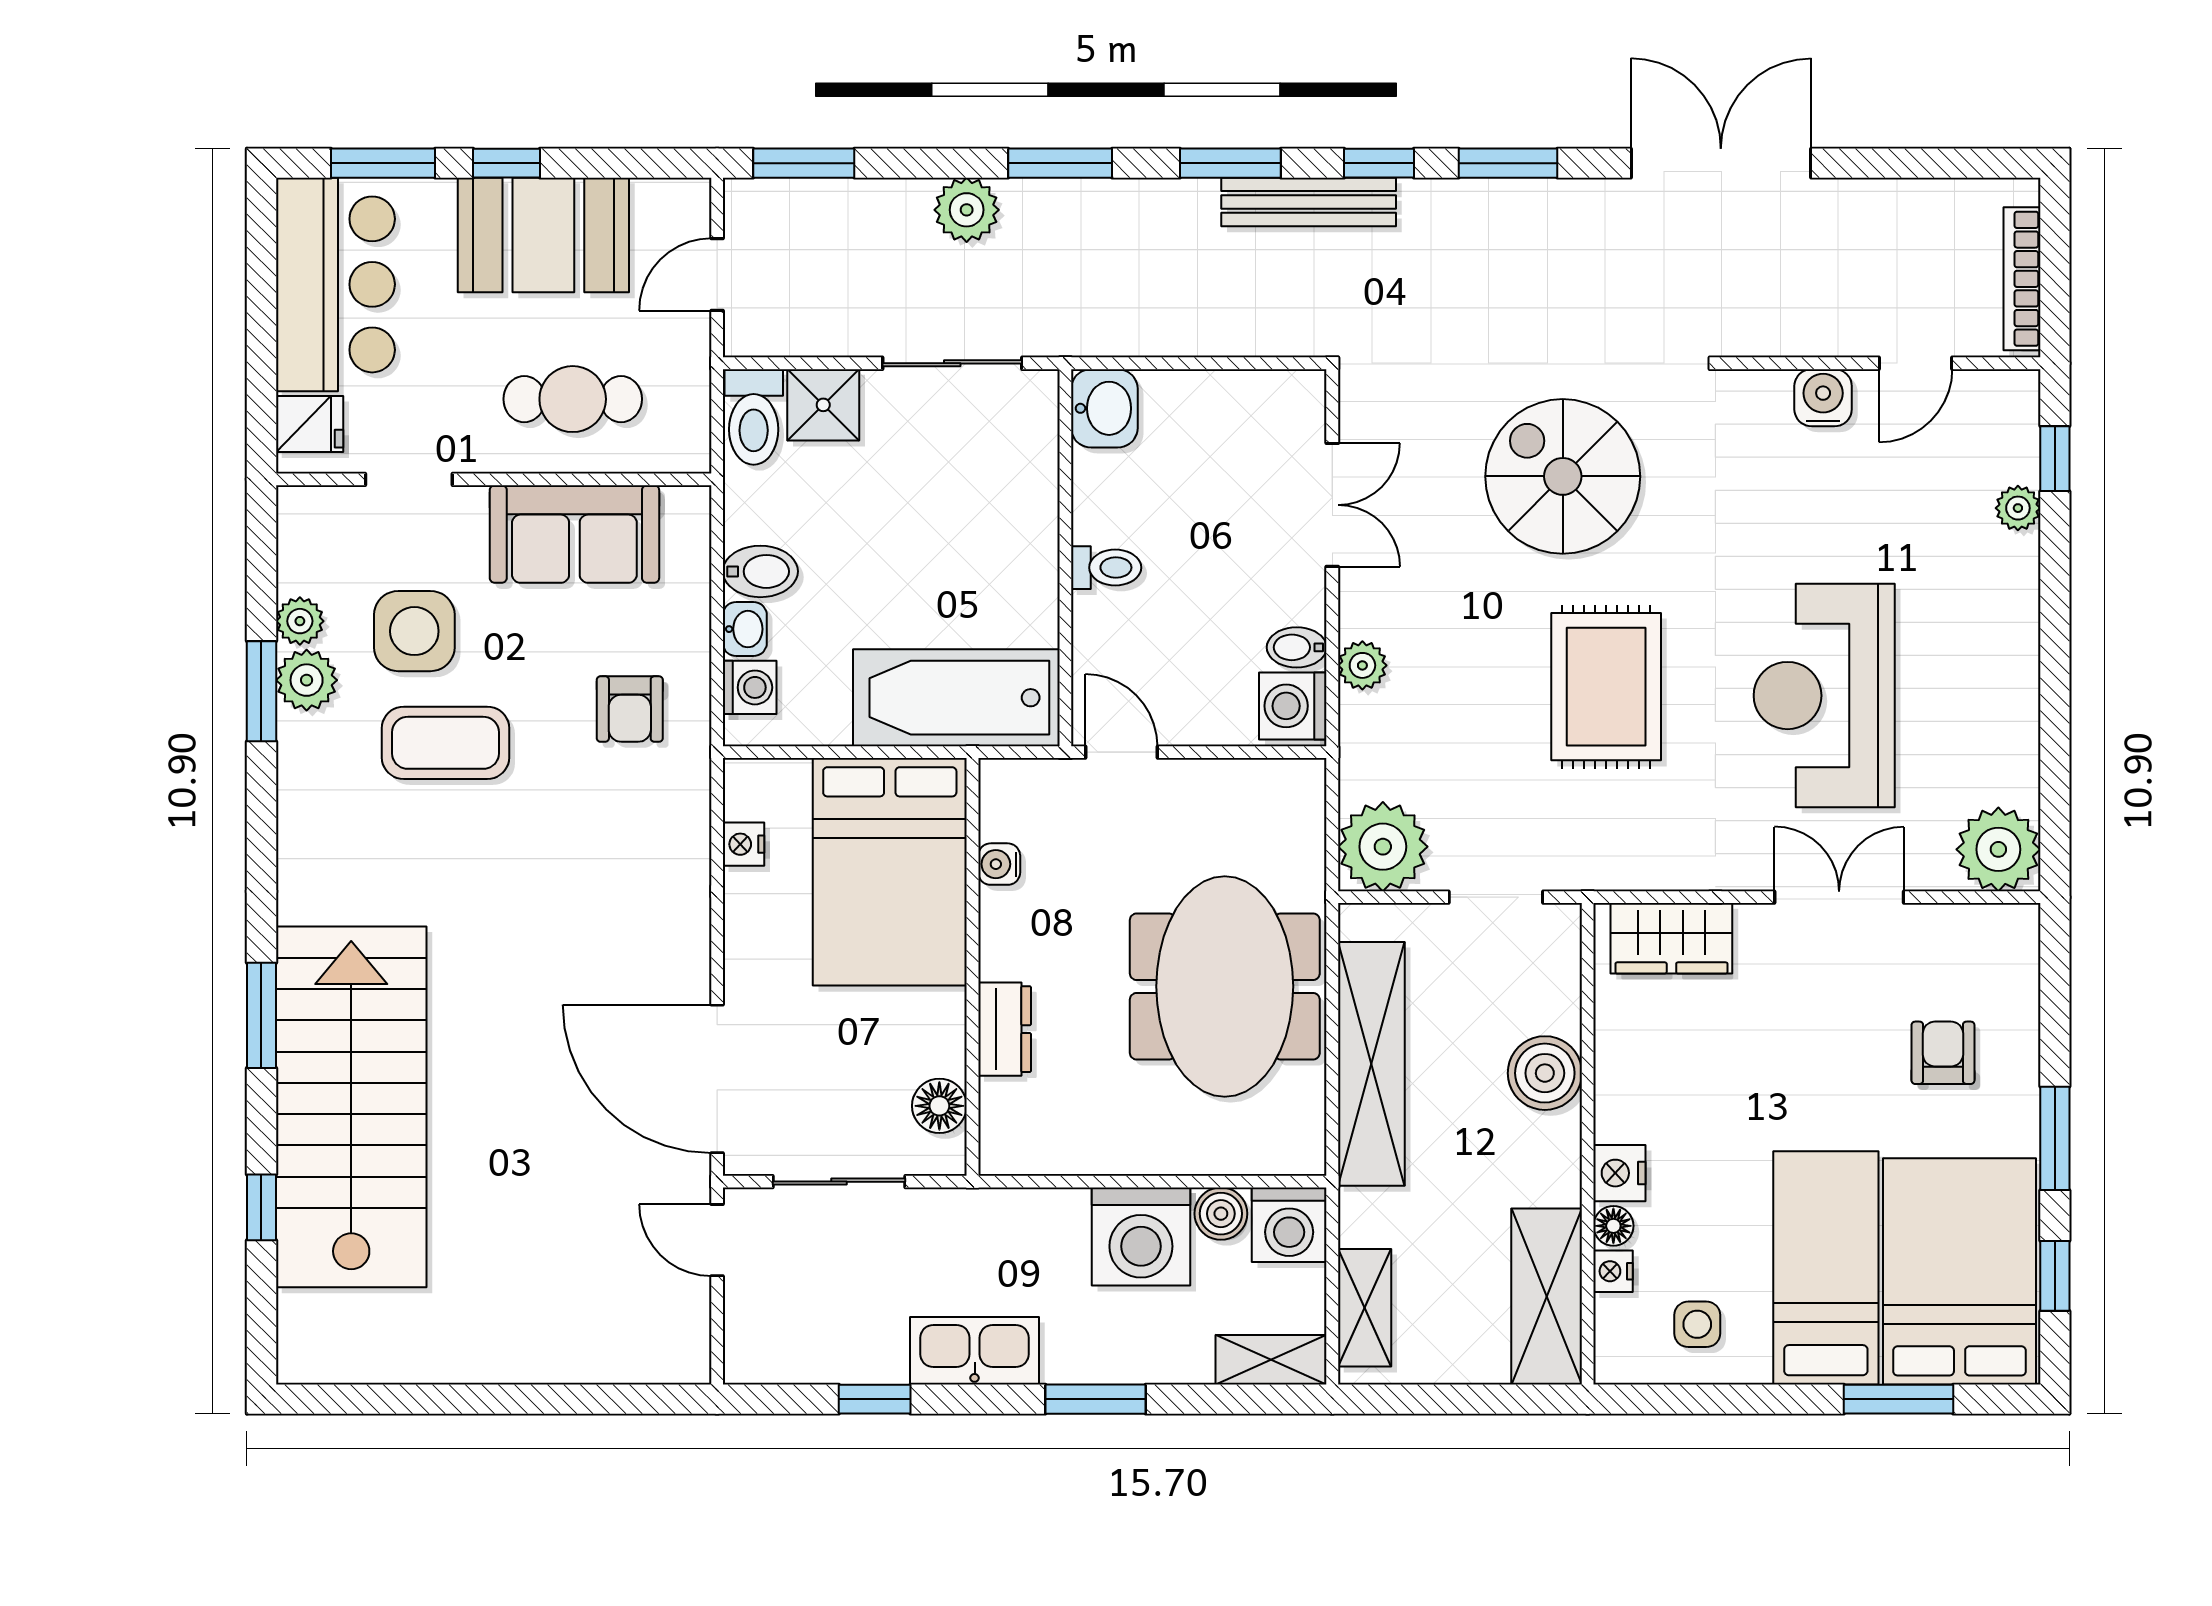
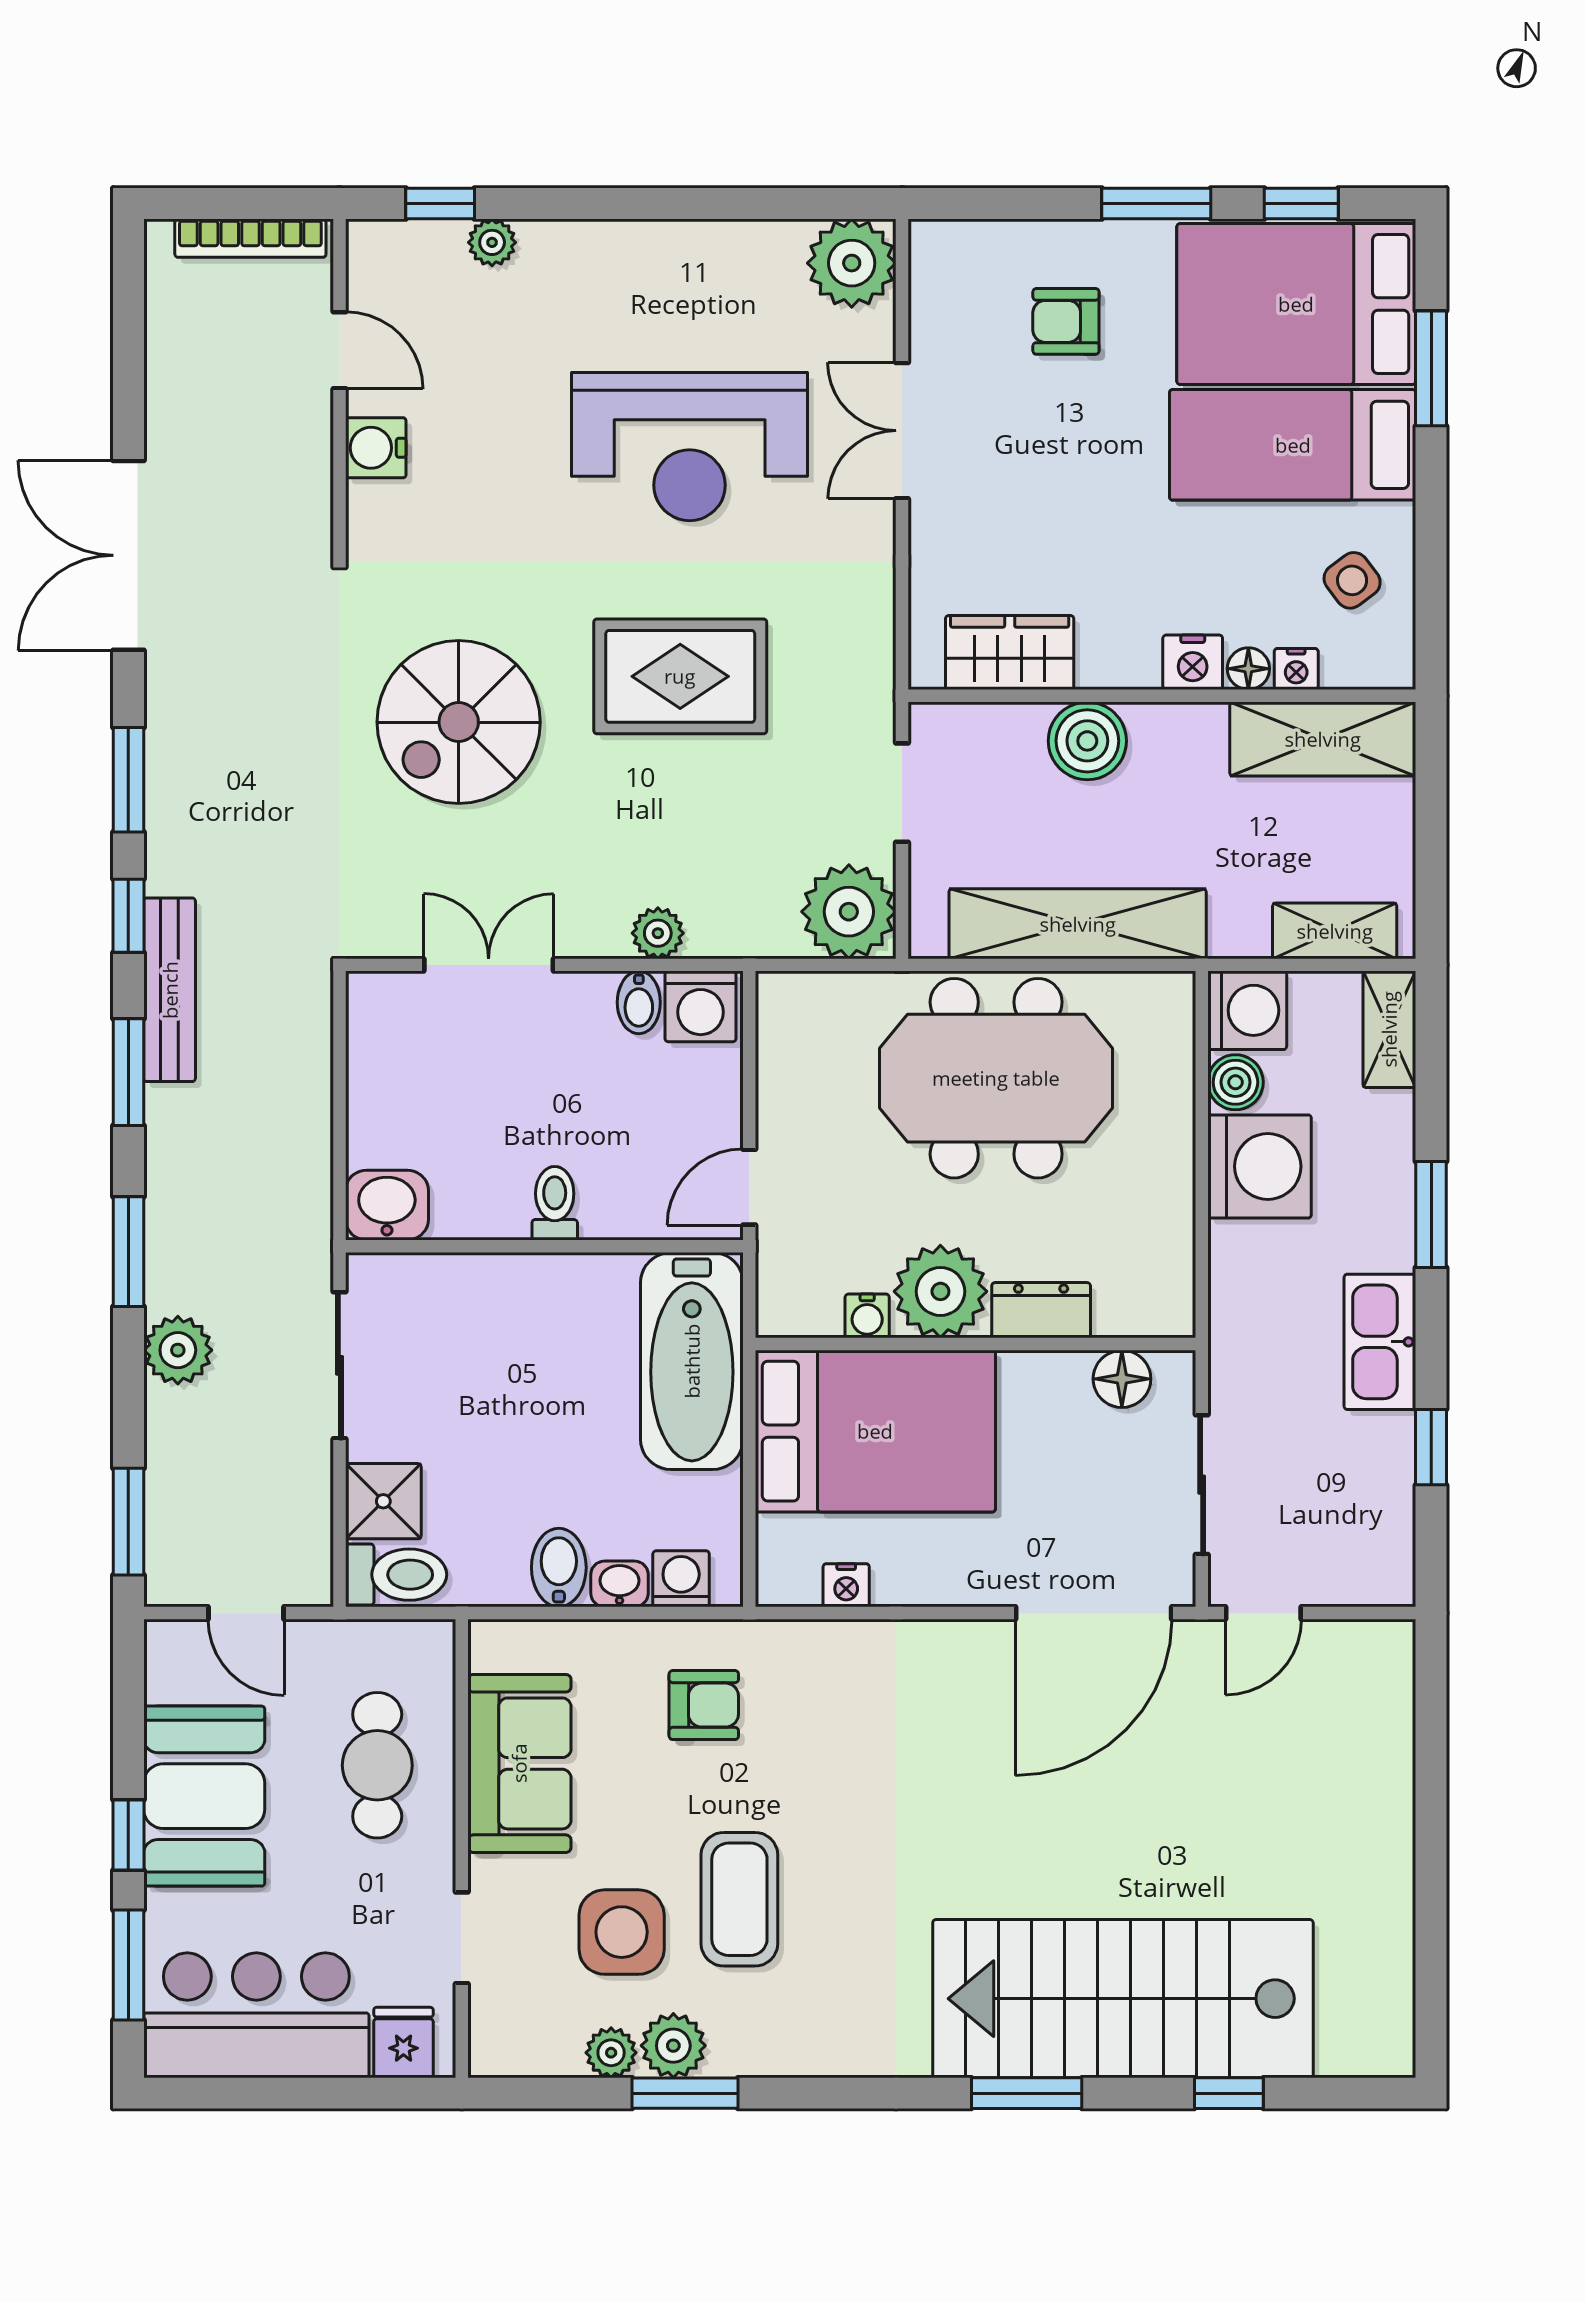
plant: (1022, 934) -> (940, 1291), added
wardrobe: (1671, 938) -> (1010, 653), moved, turned -90
side table: (1697, 1324) -> (1352, 580), turned -37

